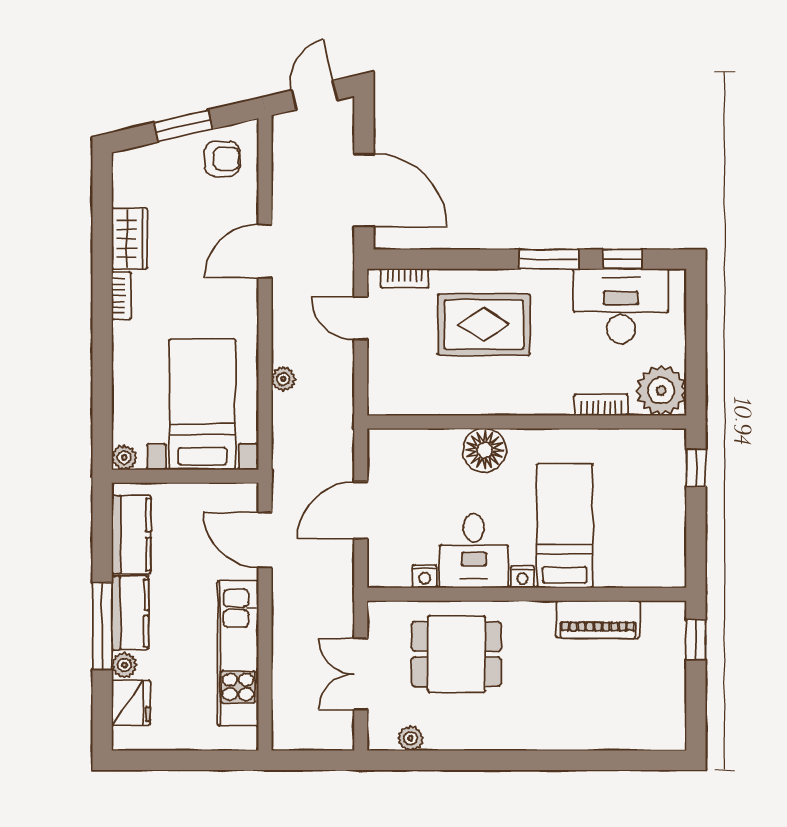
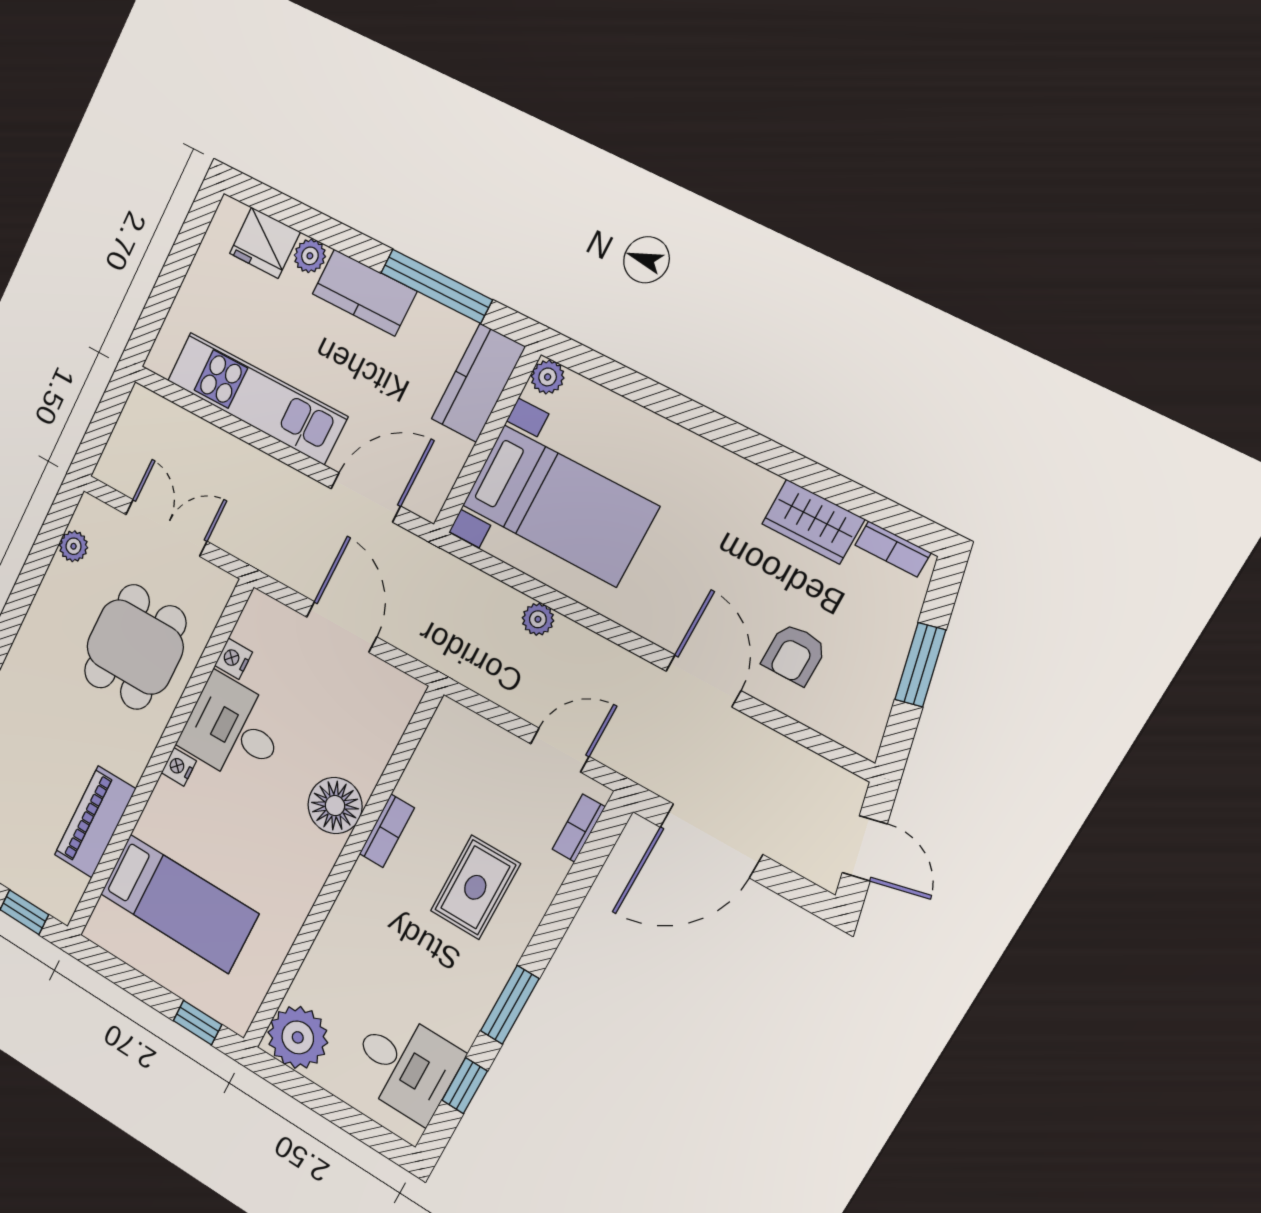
armchair: (222, 159) -> (794, 654), moved
bookcase: (121, 296) -> (893, 549), moved
desk: (621, 306) -> (405, 1065), width x0.73
rug: (484, 325) -> (475, 887), width x0.73, depth x0.70
bookcase: (601, 405) -> (387, 831), moved
bed: (565, 526) -> (179, 904), moved
kitchen counter: (131, 534) -> (478, 383), moved, turned 90
window: (102, 626) -> (436, 286), moved

